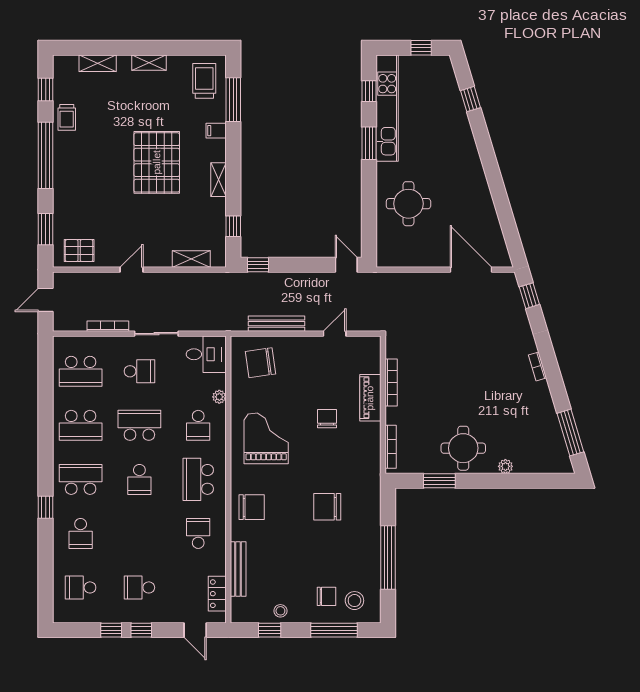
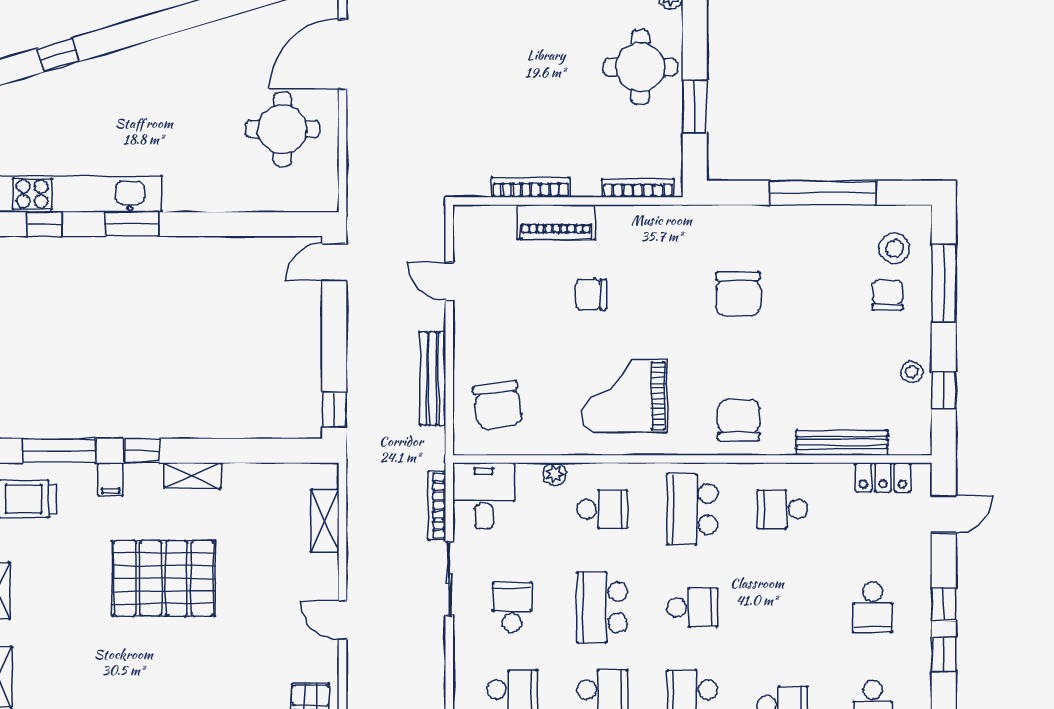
round table: (408, 204) -> (282, 129), moved
window: (233, 226) -> (142, 451), moved
bookcase: (108, 326) -> (437, 506), moved
school desk: (198, 479) -> (692, 509), turned 90

